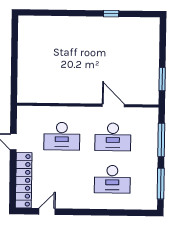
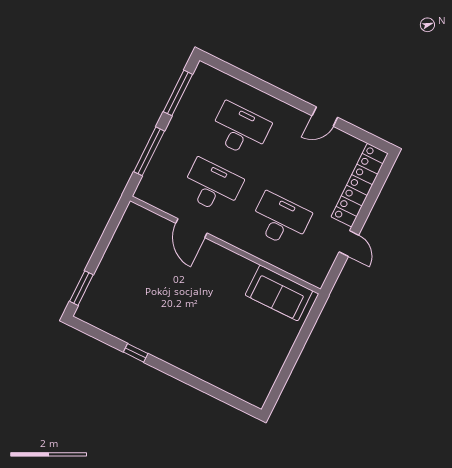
window: (162, 79) -> (81, 288), moved
sofa: (41, 91) -> (279, 293), added
door: (47, 212) -> (325, 117), moved

